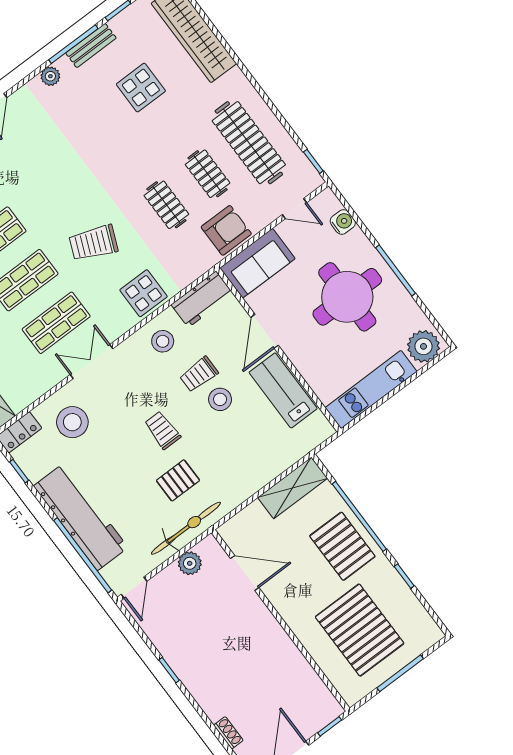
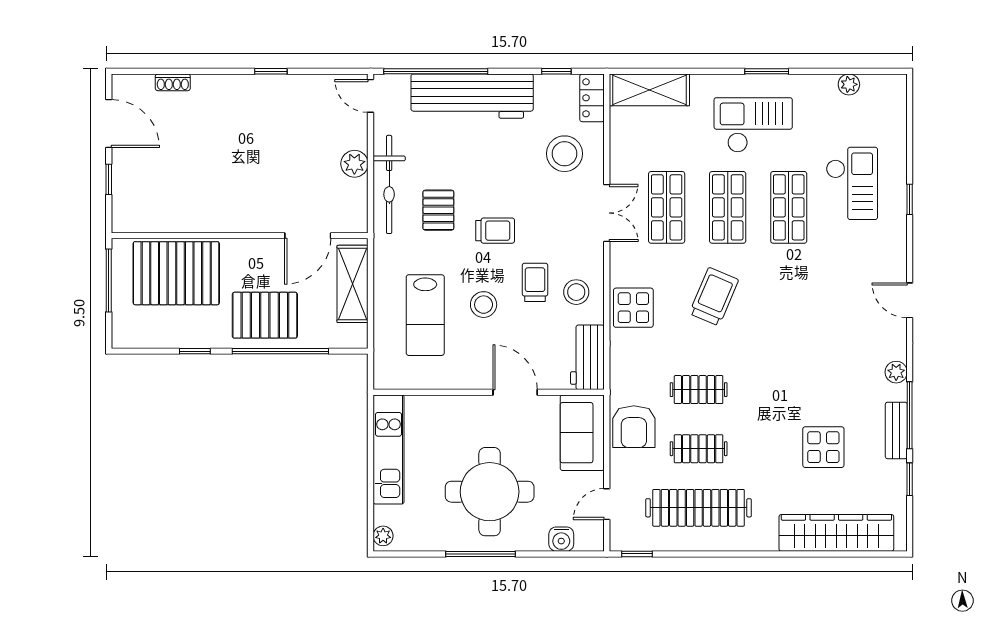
plant: (423, 346) -> (383, 536), width x0.53, depth x0.53
trolley: (199, 374) -> (535, 282), moved
lab bench: (283, 390) -> (425, 315), moved, turned 90
shelving: (293, 488) -> (352, 284), moved
door: (245, 573) -> (308, 236), moved
wall: (280, 620) -> (240, 236), moved

